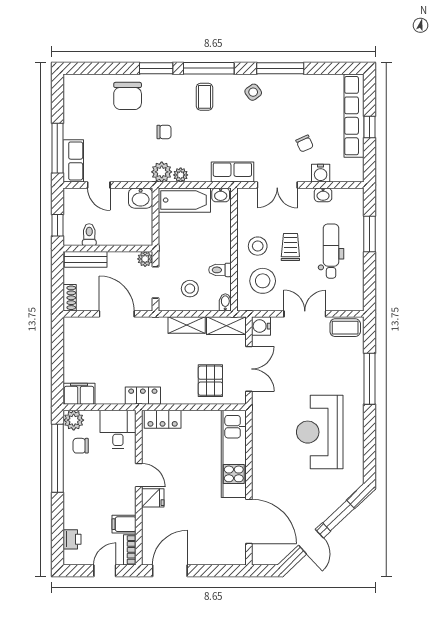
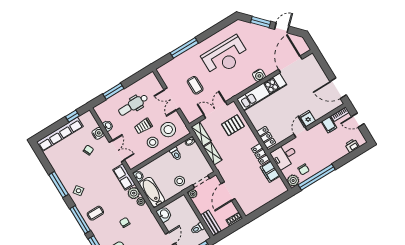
window: (369, 127) -> (72, 116), moved
plant: (162, 172) -> (134, 193), moved
stool: (190, 289) -> (180, 181), moved
water cooler: (261, 326) -> (259, 75), moved
coffee table: (345, 328) -> (195, 85), moved
filing cabinet: (79, 394) -> (270, 172), moved

